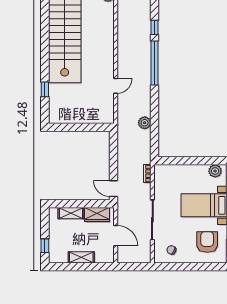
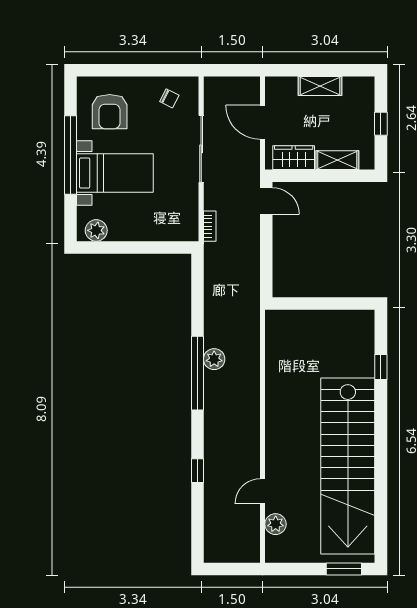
window: (155, 63) -> (197, 373), moved
door: (116, 86) -> (263, 491), moved
plant: (145, 123) -> (214, 359), moved
window: (45, 246) -> (381, 124), moved

